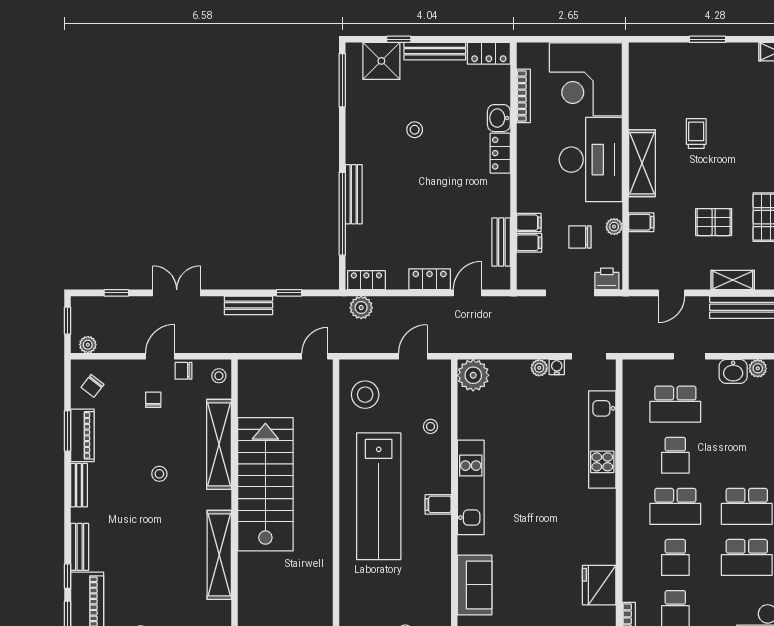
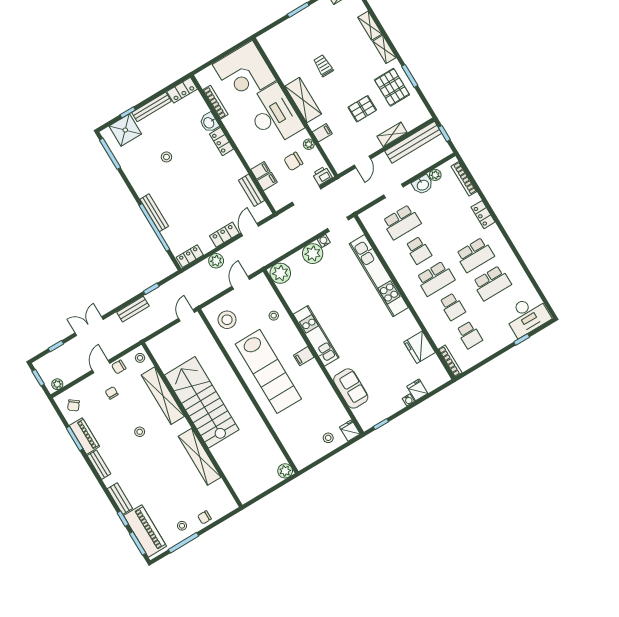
plant: (361, 308) -> (216, 261), moved
plant: (539, 368) -> (313, 254), width x1.87, depth x1.87
kitchen unit: (602, 439) -> (379, 276), width x1.36

